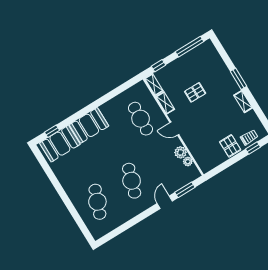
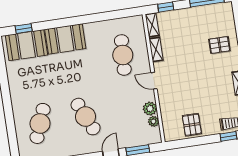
pallet: (195, 92) -> (219, 45), moved
pallet: (230, 146) -> (192, 125), moved
cafe table: (132, 181) -> (86, 117), turned -42

